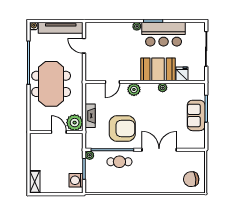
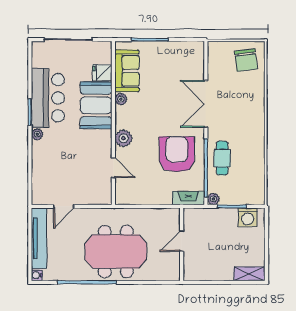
sofa: (196, 115) -> (127, 71), moved, turned -90
fireplace: (90, 116) -> (188, 198), moved
plant: (75, 123) -> (169, 219), removed

